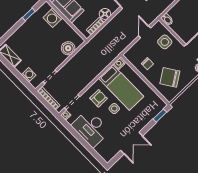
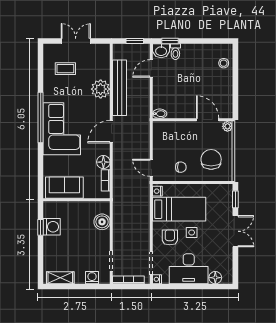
washing machine: (53, 18) -> (52, 227), moved, turned -90
door: (145, 32) -> (151, 168), moved
side table: (165, 42) -> (177, 134), removed
chair: (170, 77) -> (211, 159), turned 124
double door: (132, 143) -> (235, 231), moved
floor lamp: (101, 149) -> (215, 278), added

